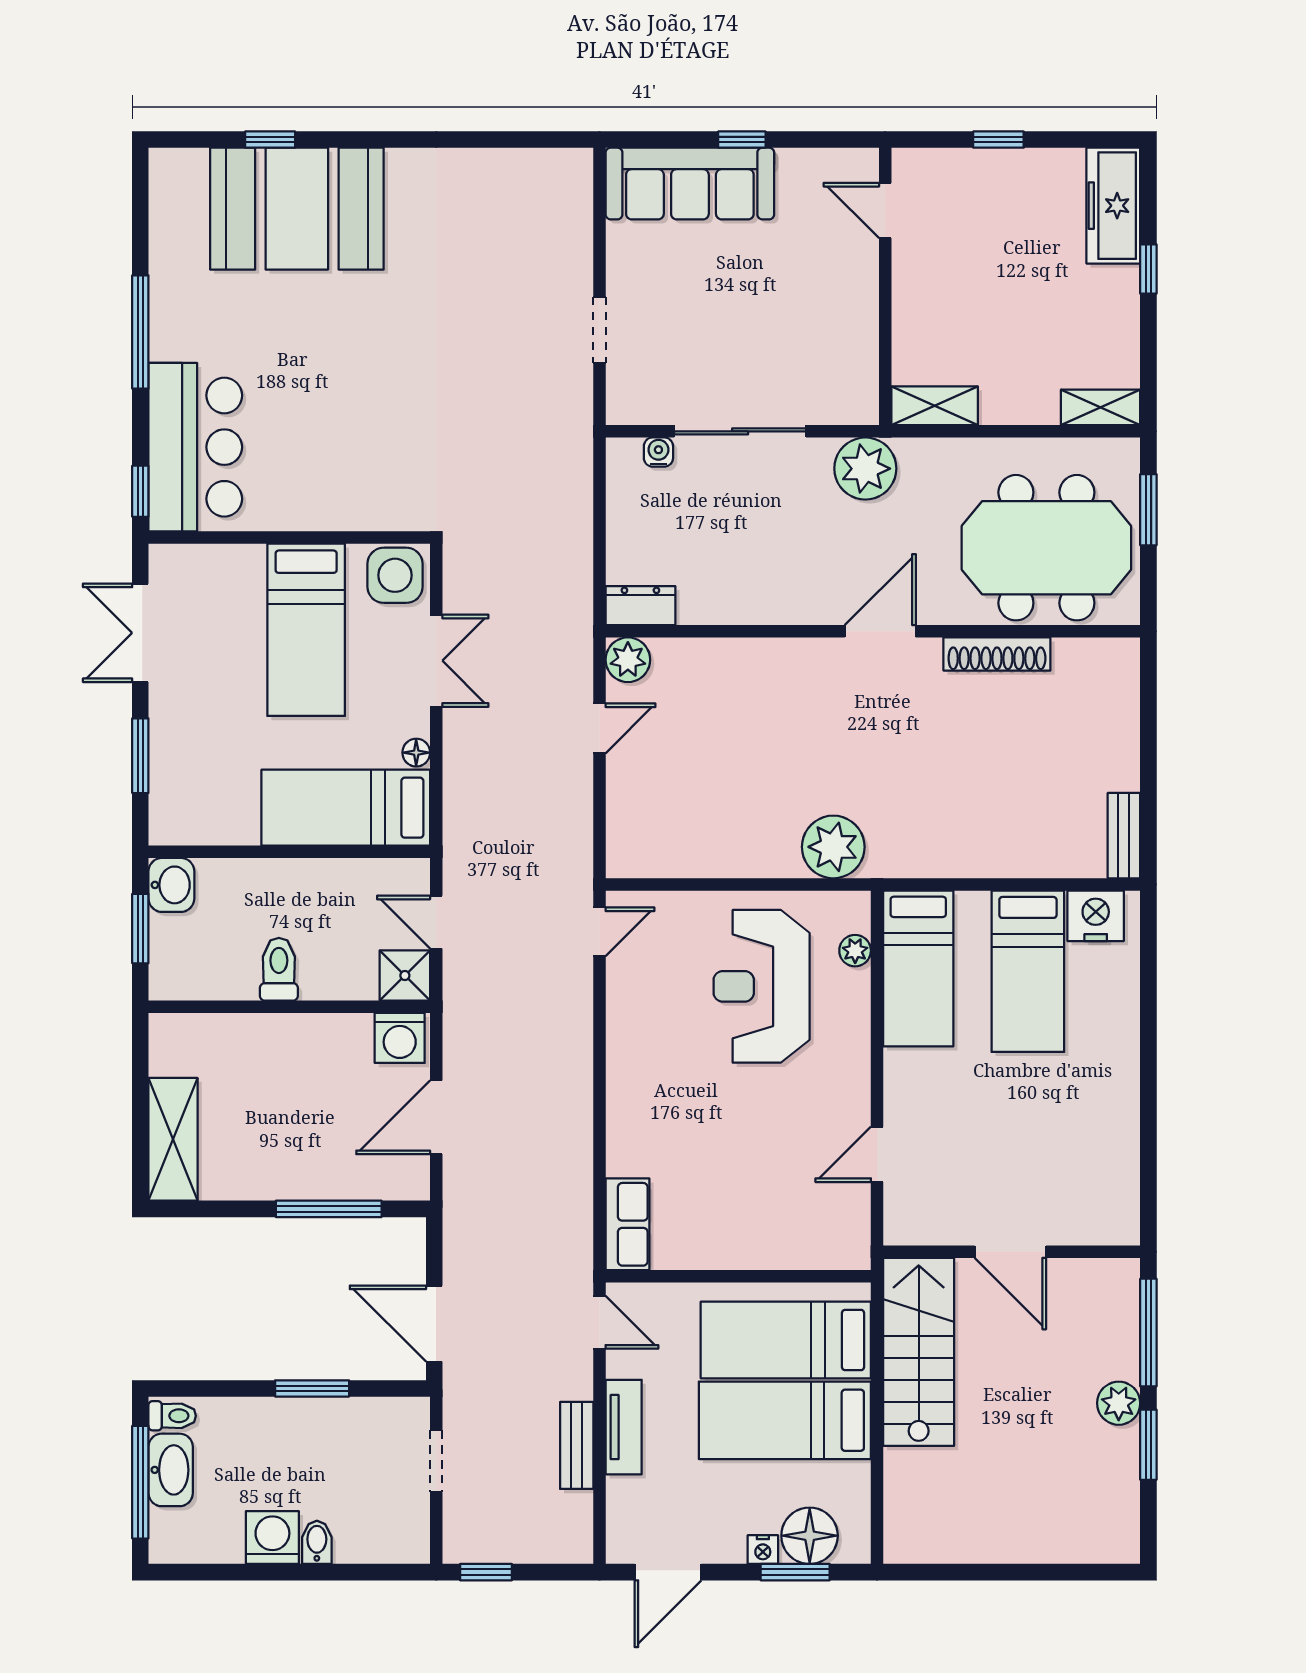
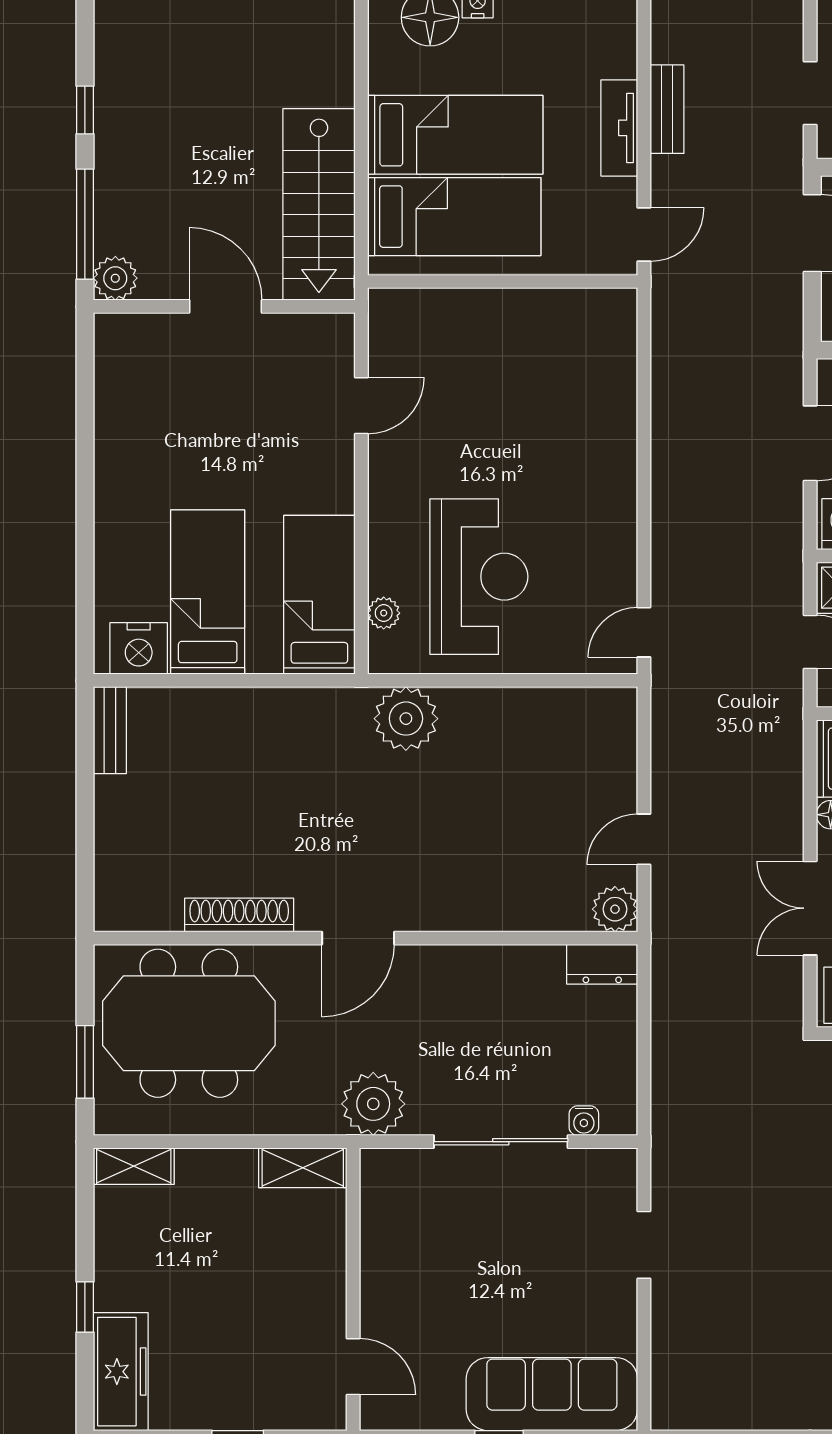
row of seats: (627, 1224) -> (615, 334), removed
door: (599, 1322) -> (644, 235), swing flipped
plant: (1119, 1403) -> (115, 278), moved
window: (1148, 1445) -> (85, 110), width x0.67

